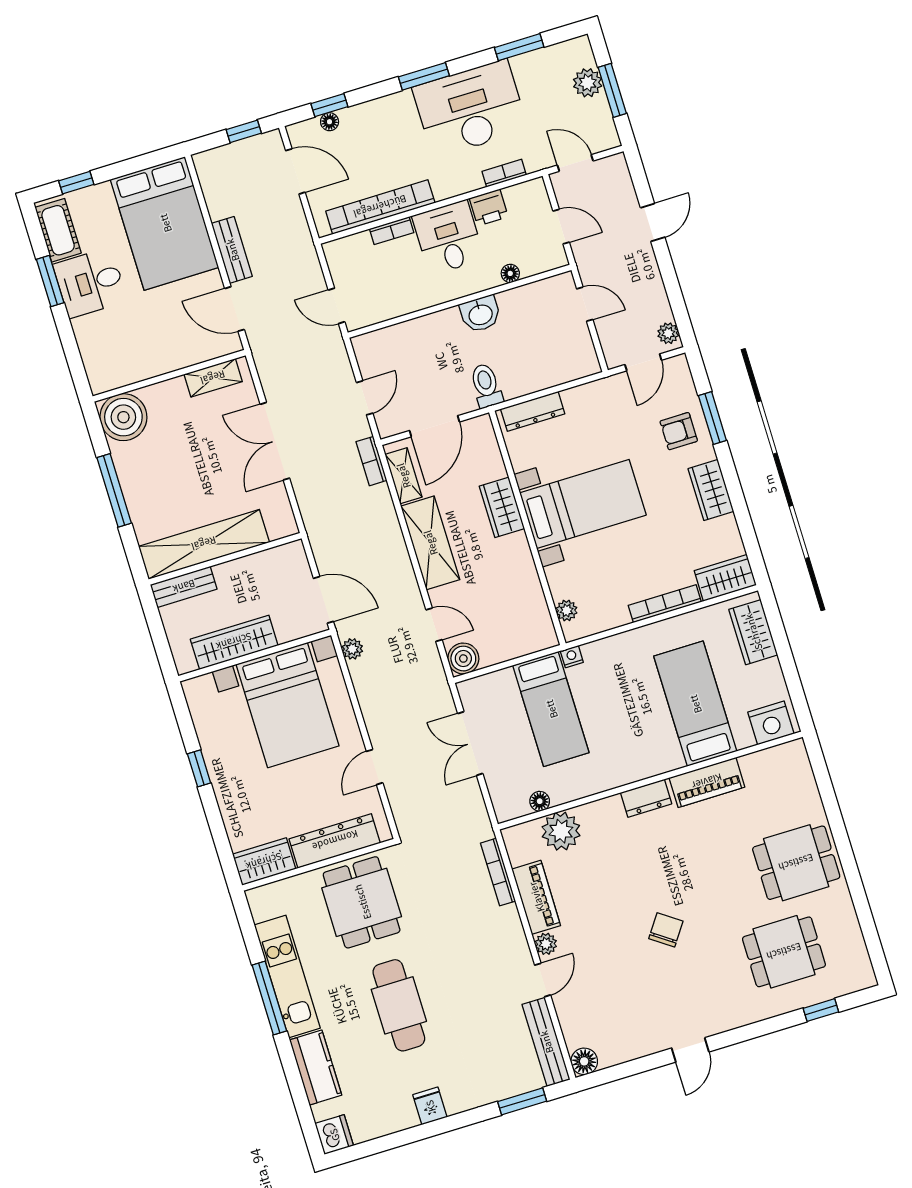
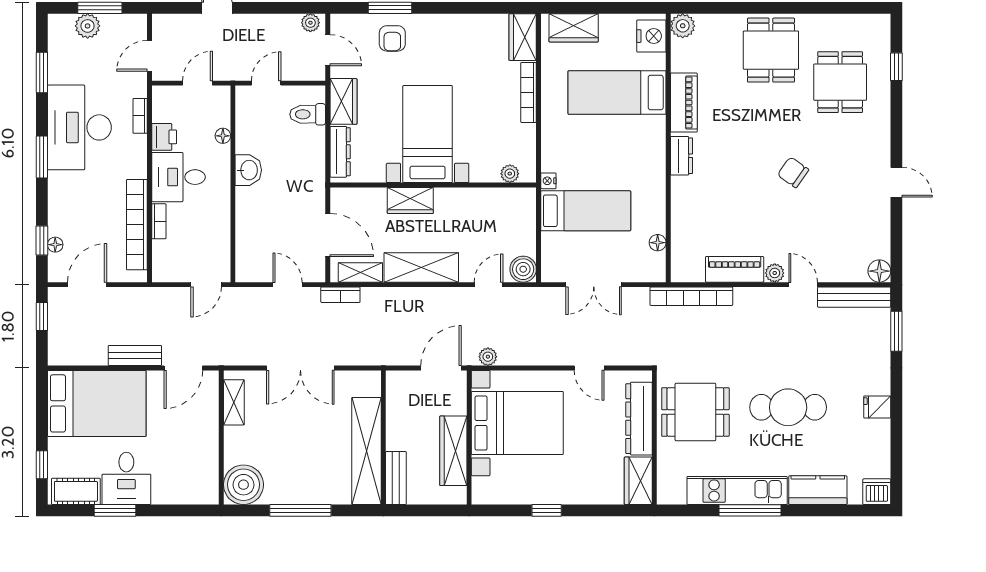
toilet: (486, 386) -> (308, 114), moved
wardrobe: (711, 490) -> (343, 101), moved, turned -90
plant: (561, 831) -> (683, 26), moved, width x0.73, depth x0.73
bookcase: (498, 872) -> (691, 296), width x1.48, depth x1.31

